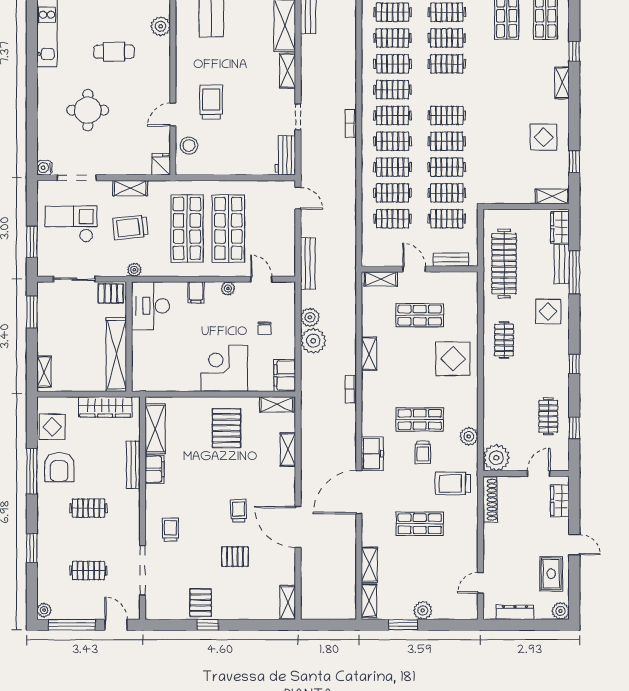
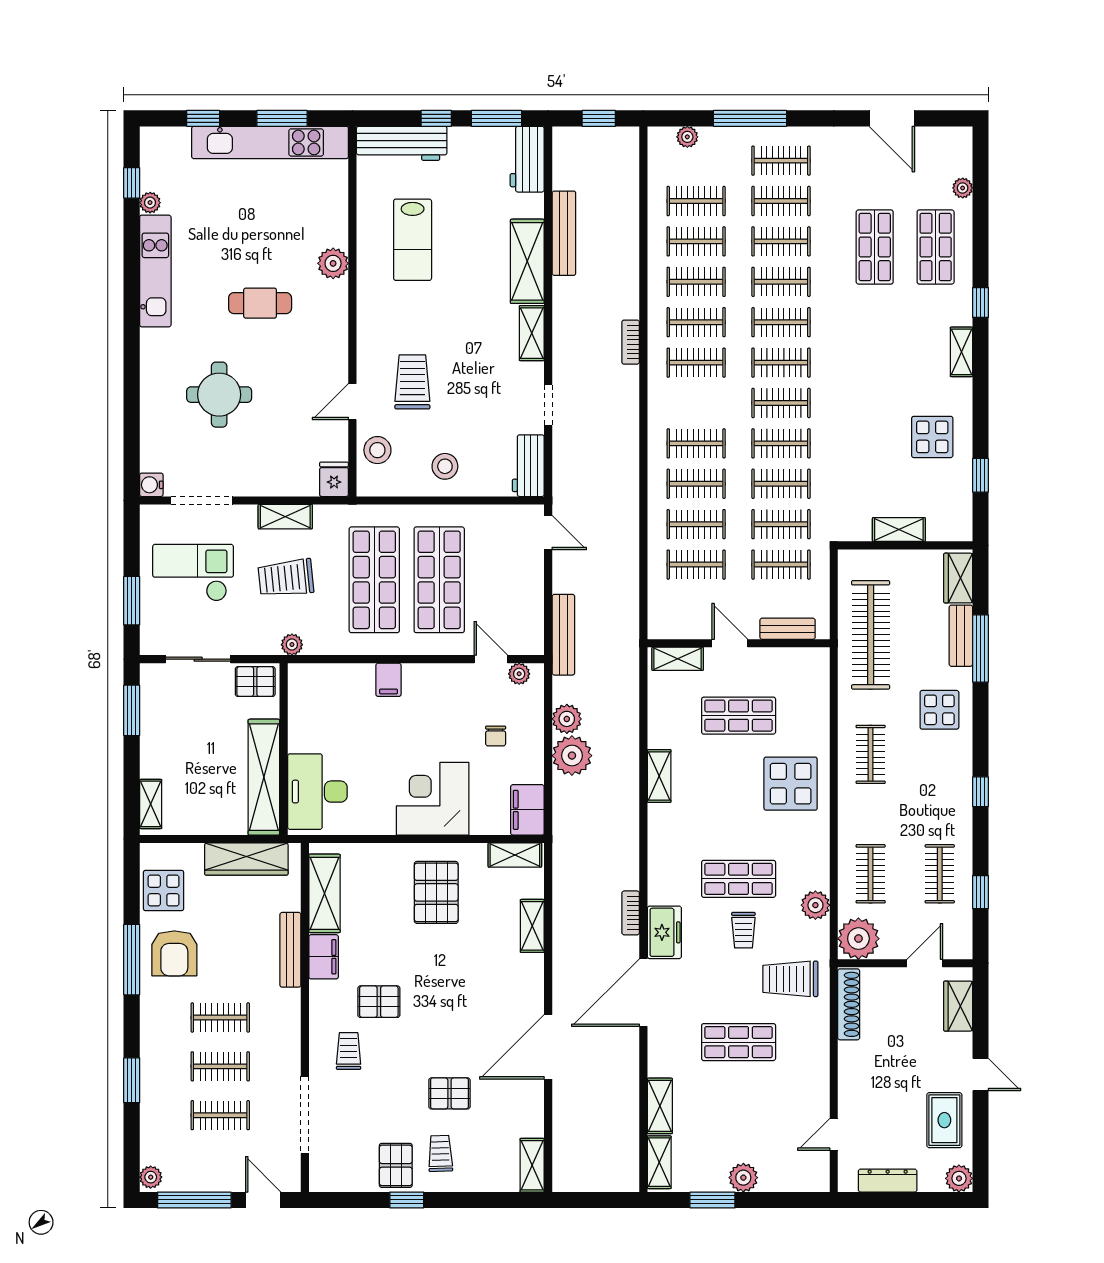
clothes rail: (393, 115) -> (781, 363), moved
bookcase: (351, 123) -> (631, 342), moved
stool: (232, 156) -> (445, 466), added
shelving: (552, 196) -> (899, 530), moved
plant: (228, 288) -> (519, 674), moved
desk: (151, 306) -> (317, 792), moved
bookcase: (351, 389) -> (631, 913), moved
clothes rail: (504, 416) -> (871, 874), added
pallet: (190, 498) -> (379, 1002), added
trolley: (239, 511) -> (440, 1153), moved
door: (298, 527) -> (548, 1047), hinge flipped
clothes rail: (88, 539) -> (220, 1066), added

